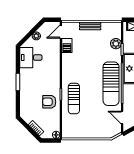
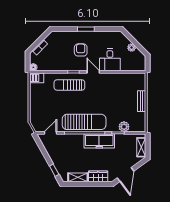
door: (61, 32) -> (93, 72), moved
barbecue: (67, 45) -> (37, 78), moved
desk: (31, 58) -> (110, 60), moved, turned 180
sun lounger: (111, 84) -> (84, 122), turned 180
armchair: (49, 102) -> (81, 50), moved

